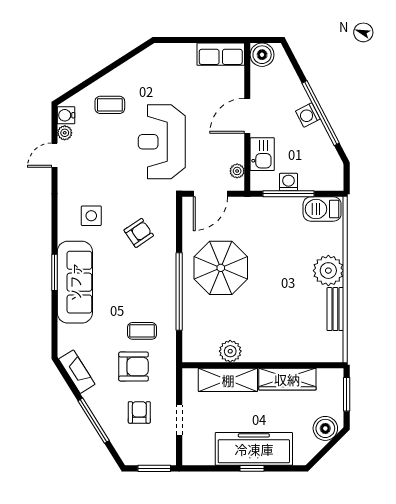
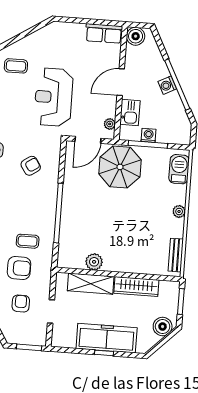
barbecue: (322, 209) -> (179, 169), moved, turned 90
parasol: (221, 268) -> (120, 167), moved
plant: (328, 271) -> (179, 211), width x0.53, depth x0.53
bench: (335, 309) -> (176, 255), moved

